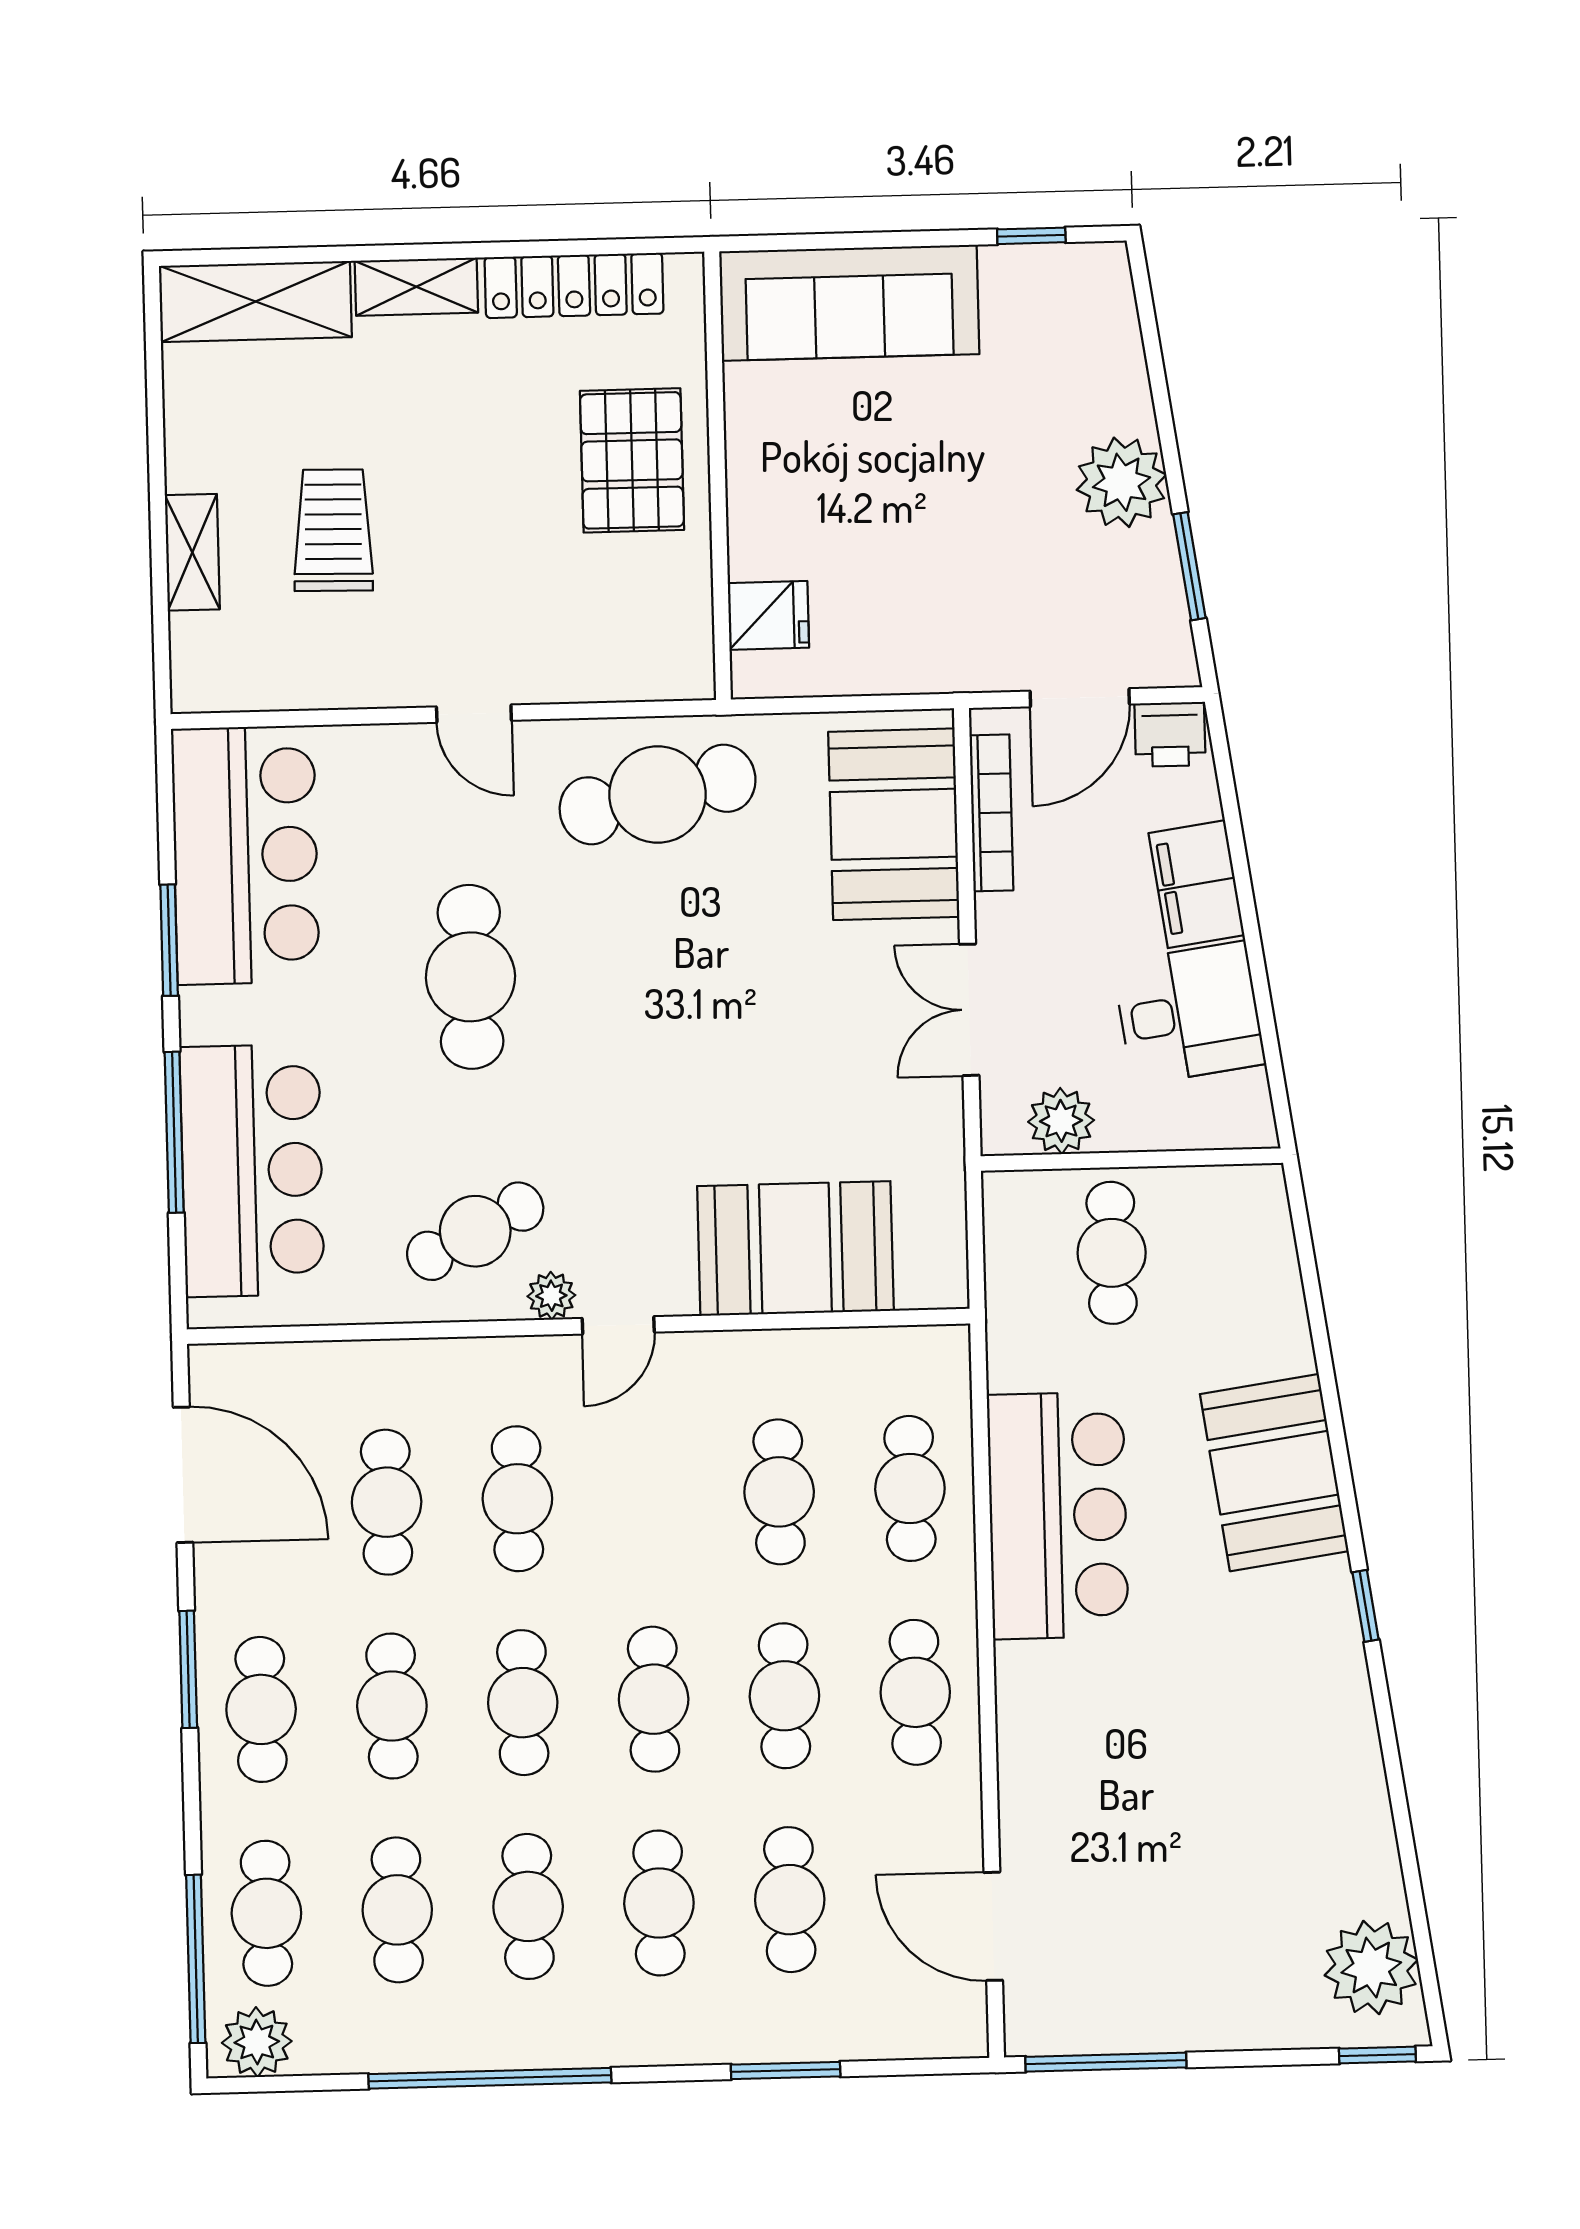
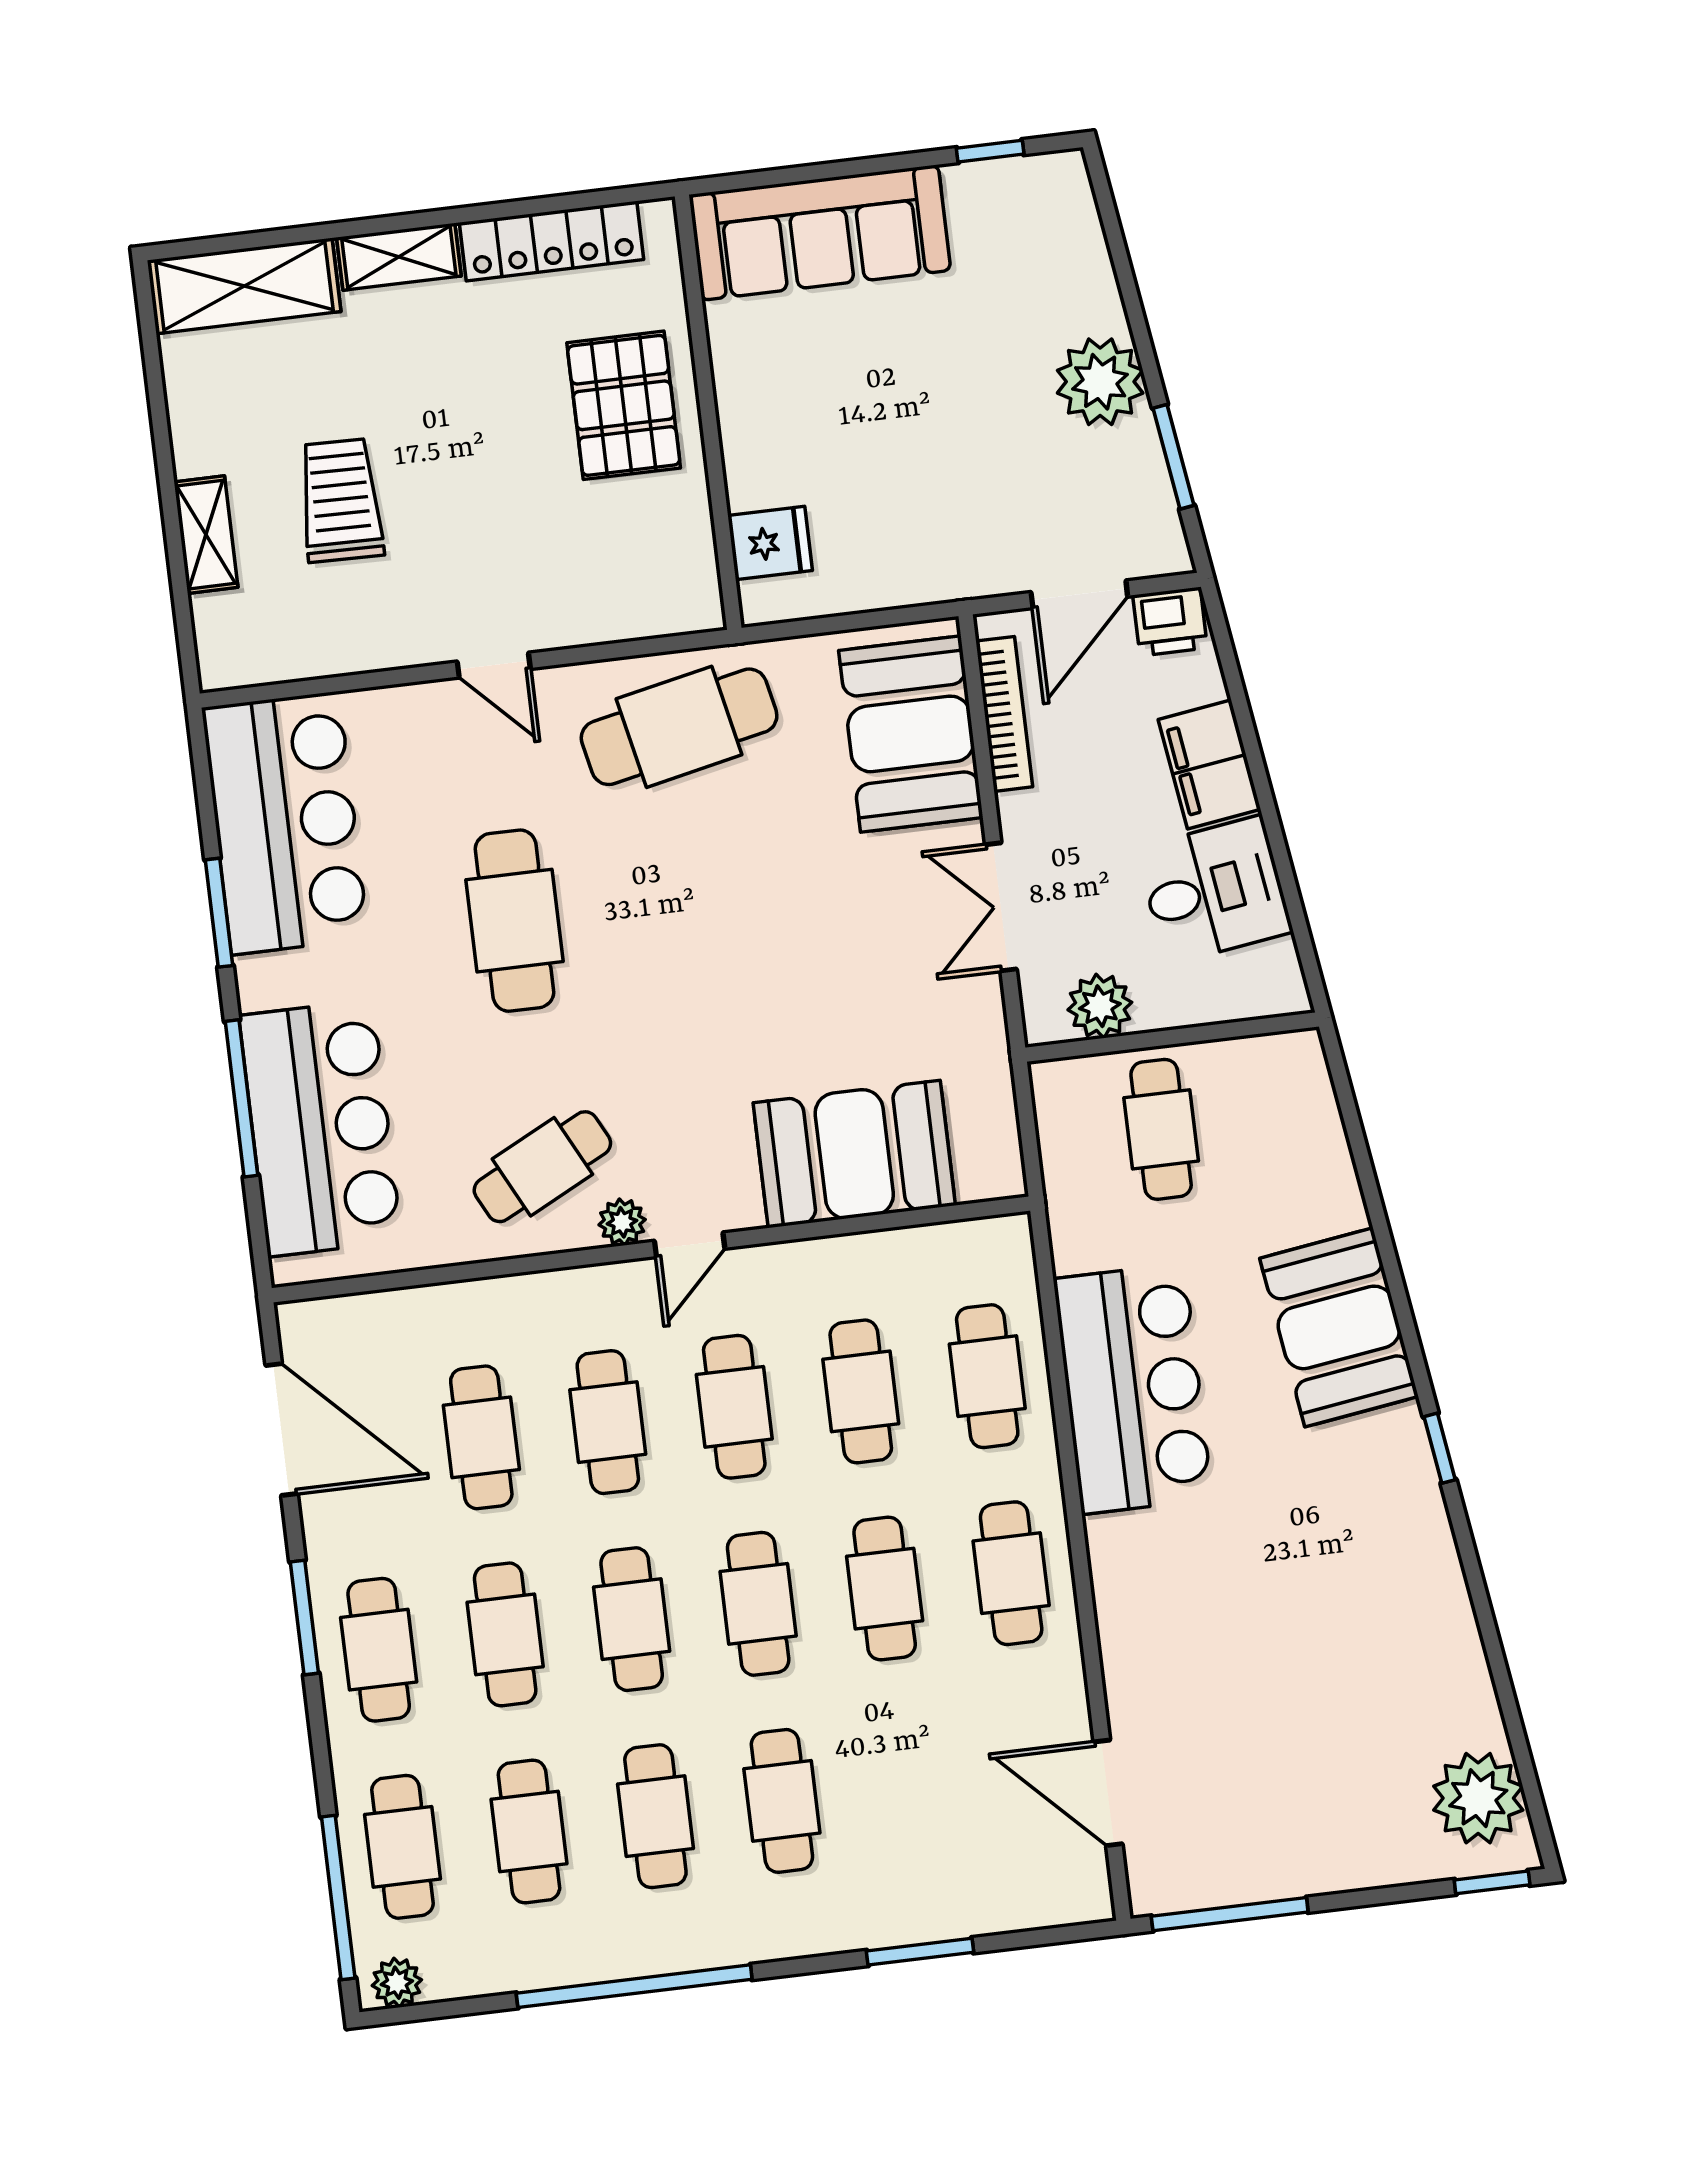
cafe table: (790, 1900) -> (734, 1407), moved
plant: (257, 2042) -> (397, 1983), width x0.73, depth x0.73

